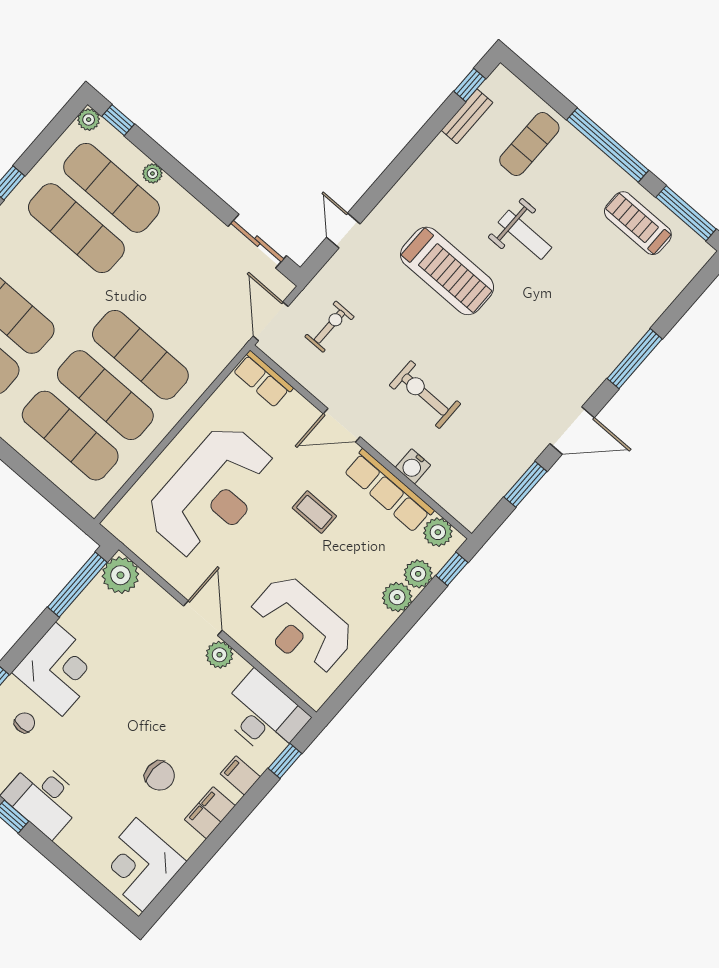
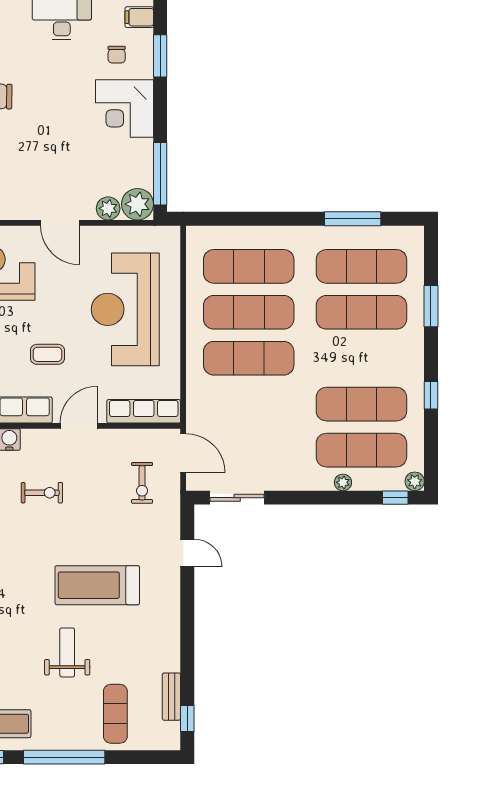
weight bench: (525, 235) -> (67, 652), turned 90
row of seats: (263, 379) -> (144, 411), width x1.48
exercise bike: (425, 395) -> (42, 493), width x0.73, depth x0.72
plant: (219, 655) -> (108, 208), moved

